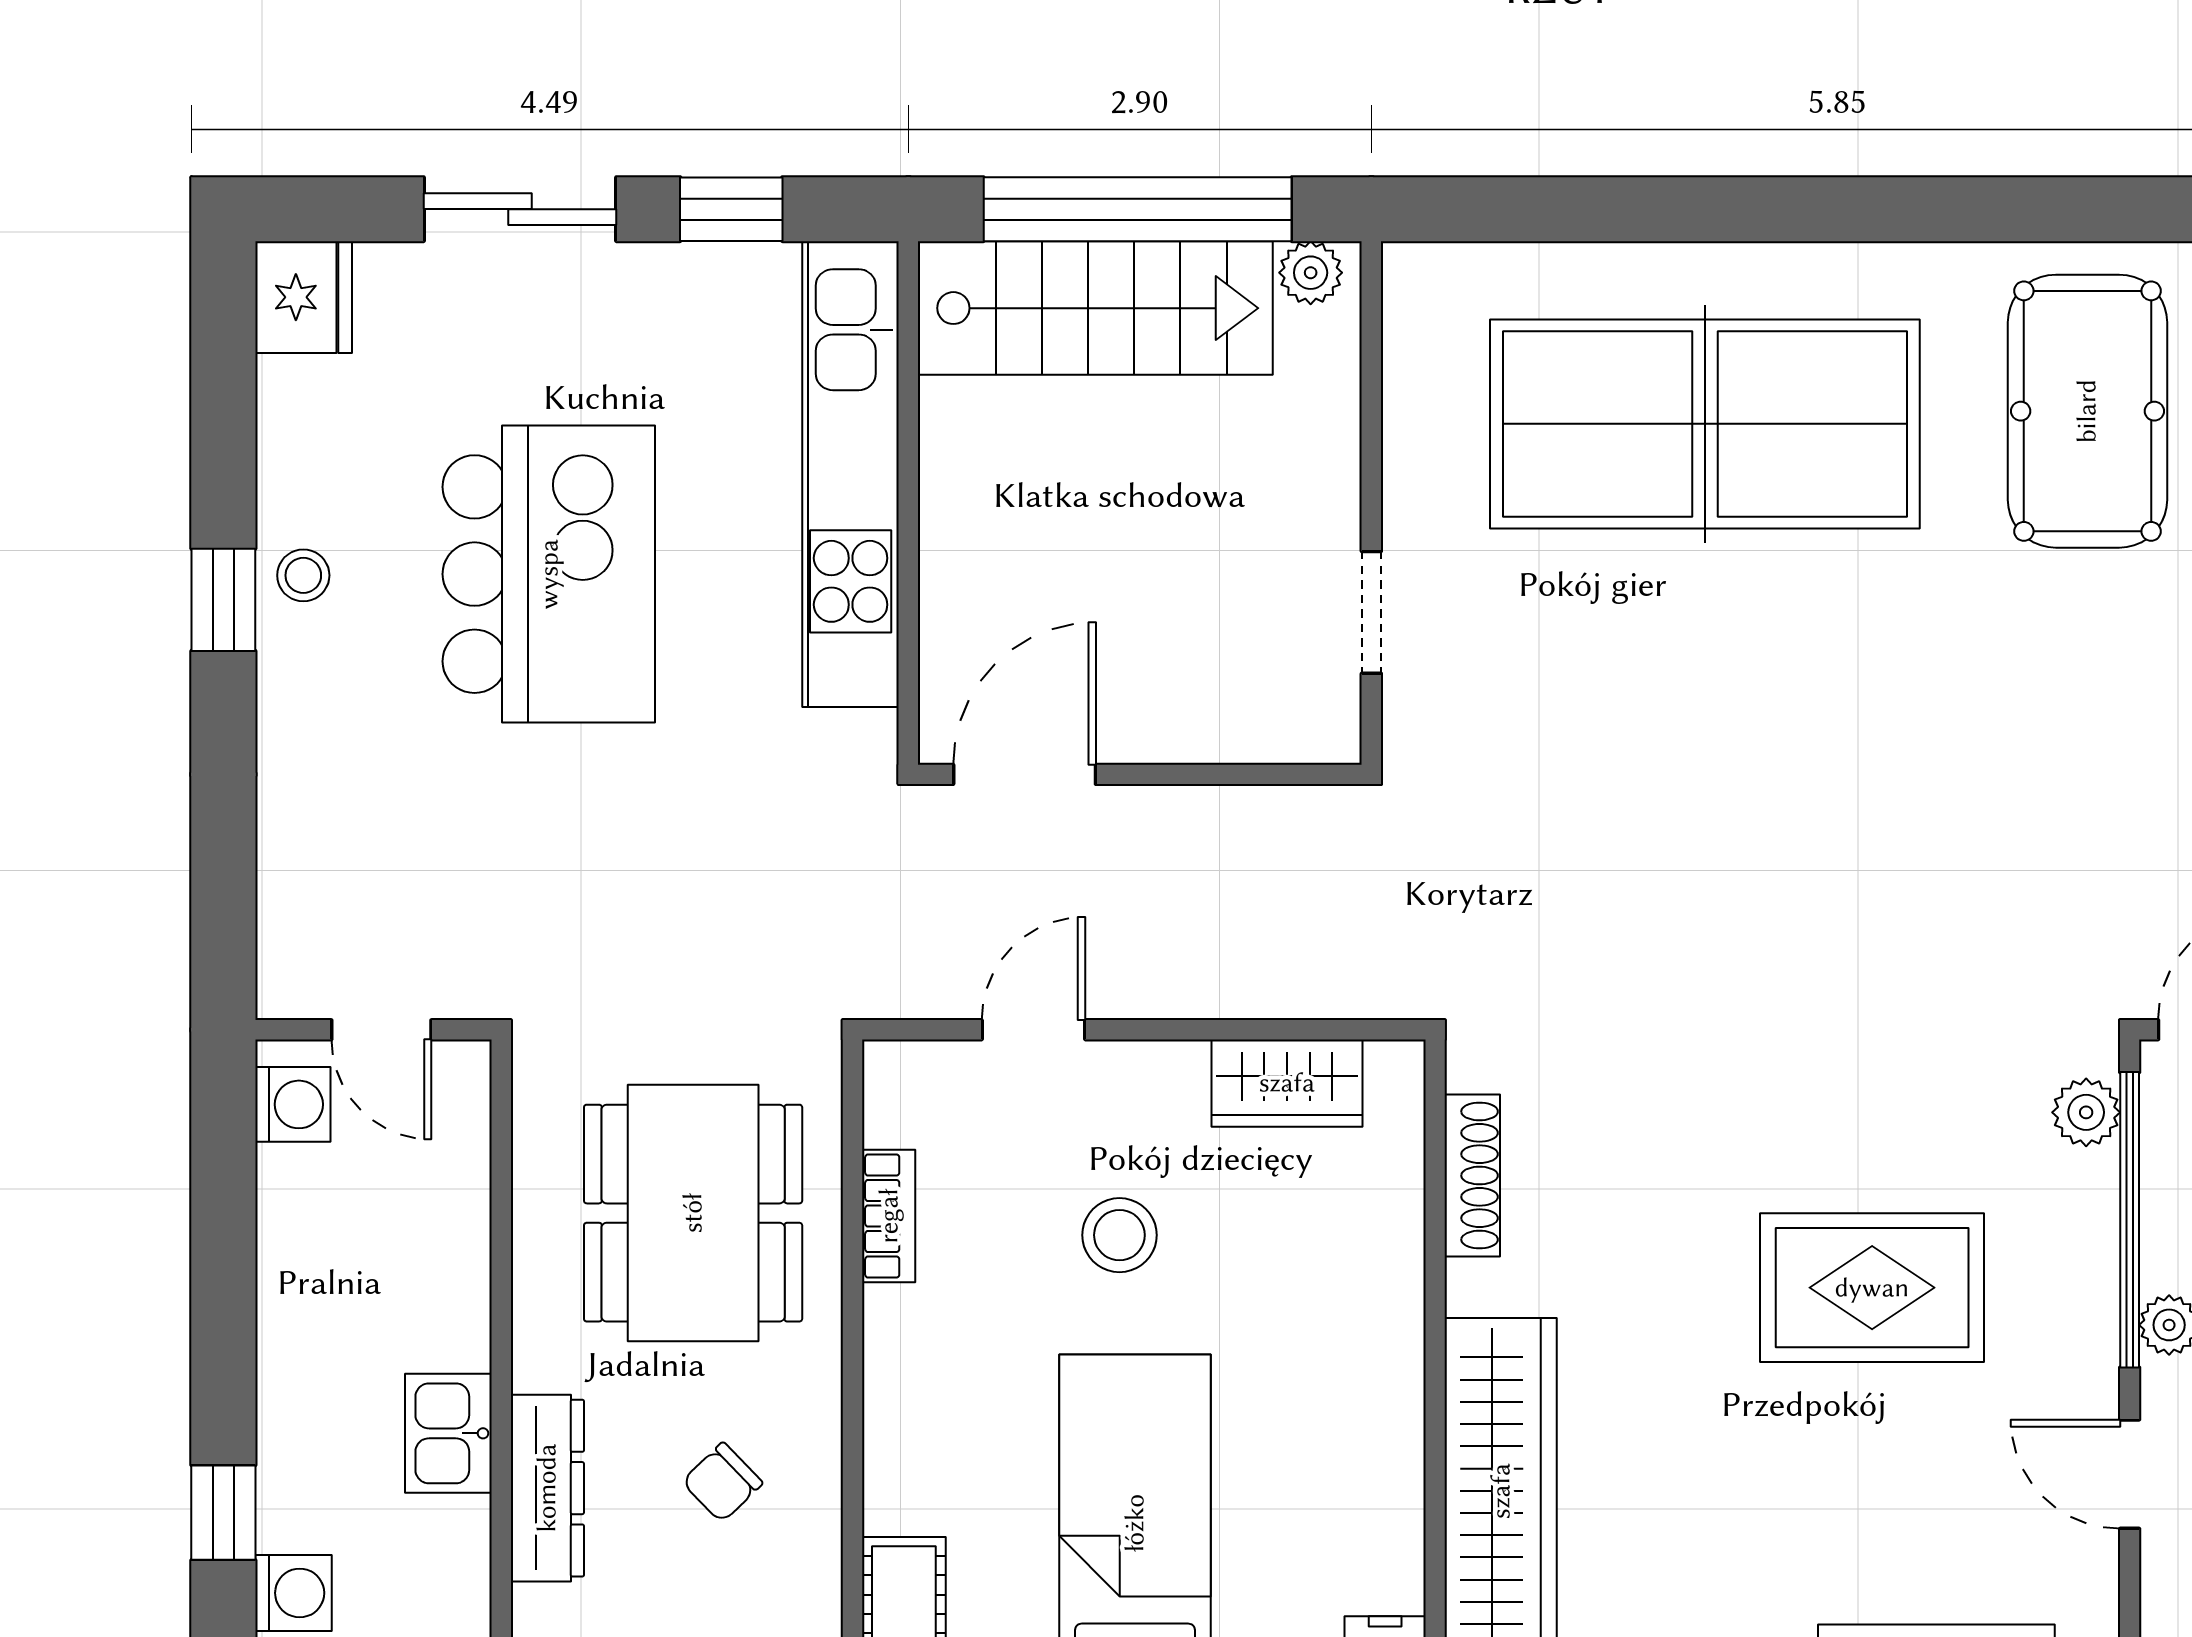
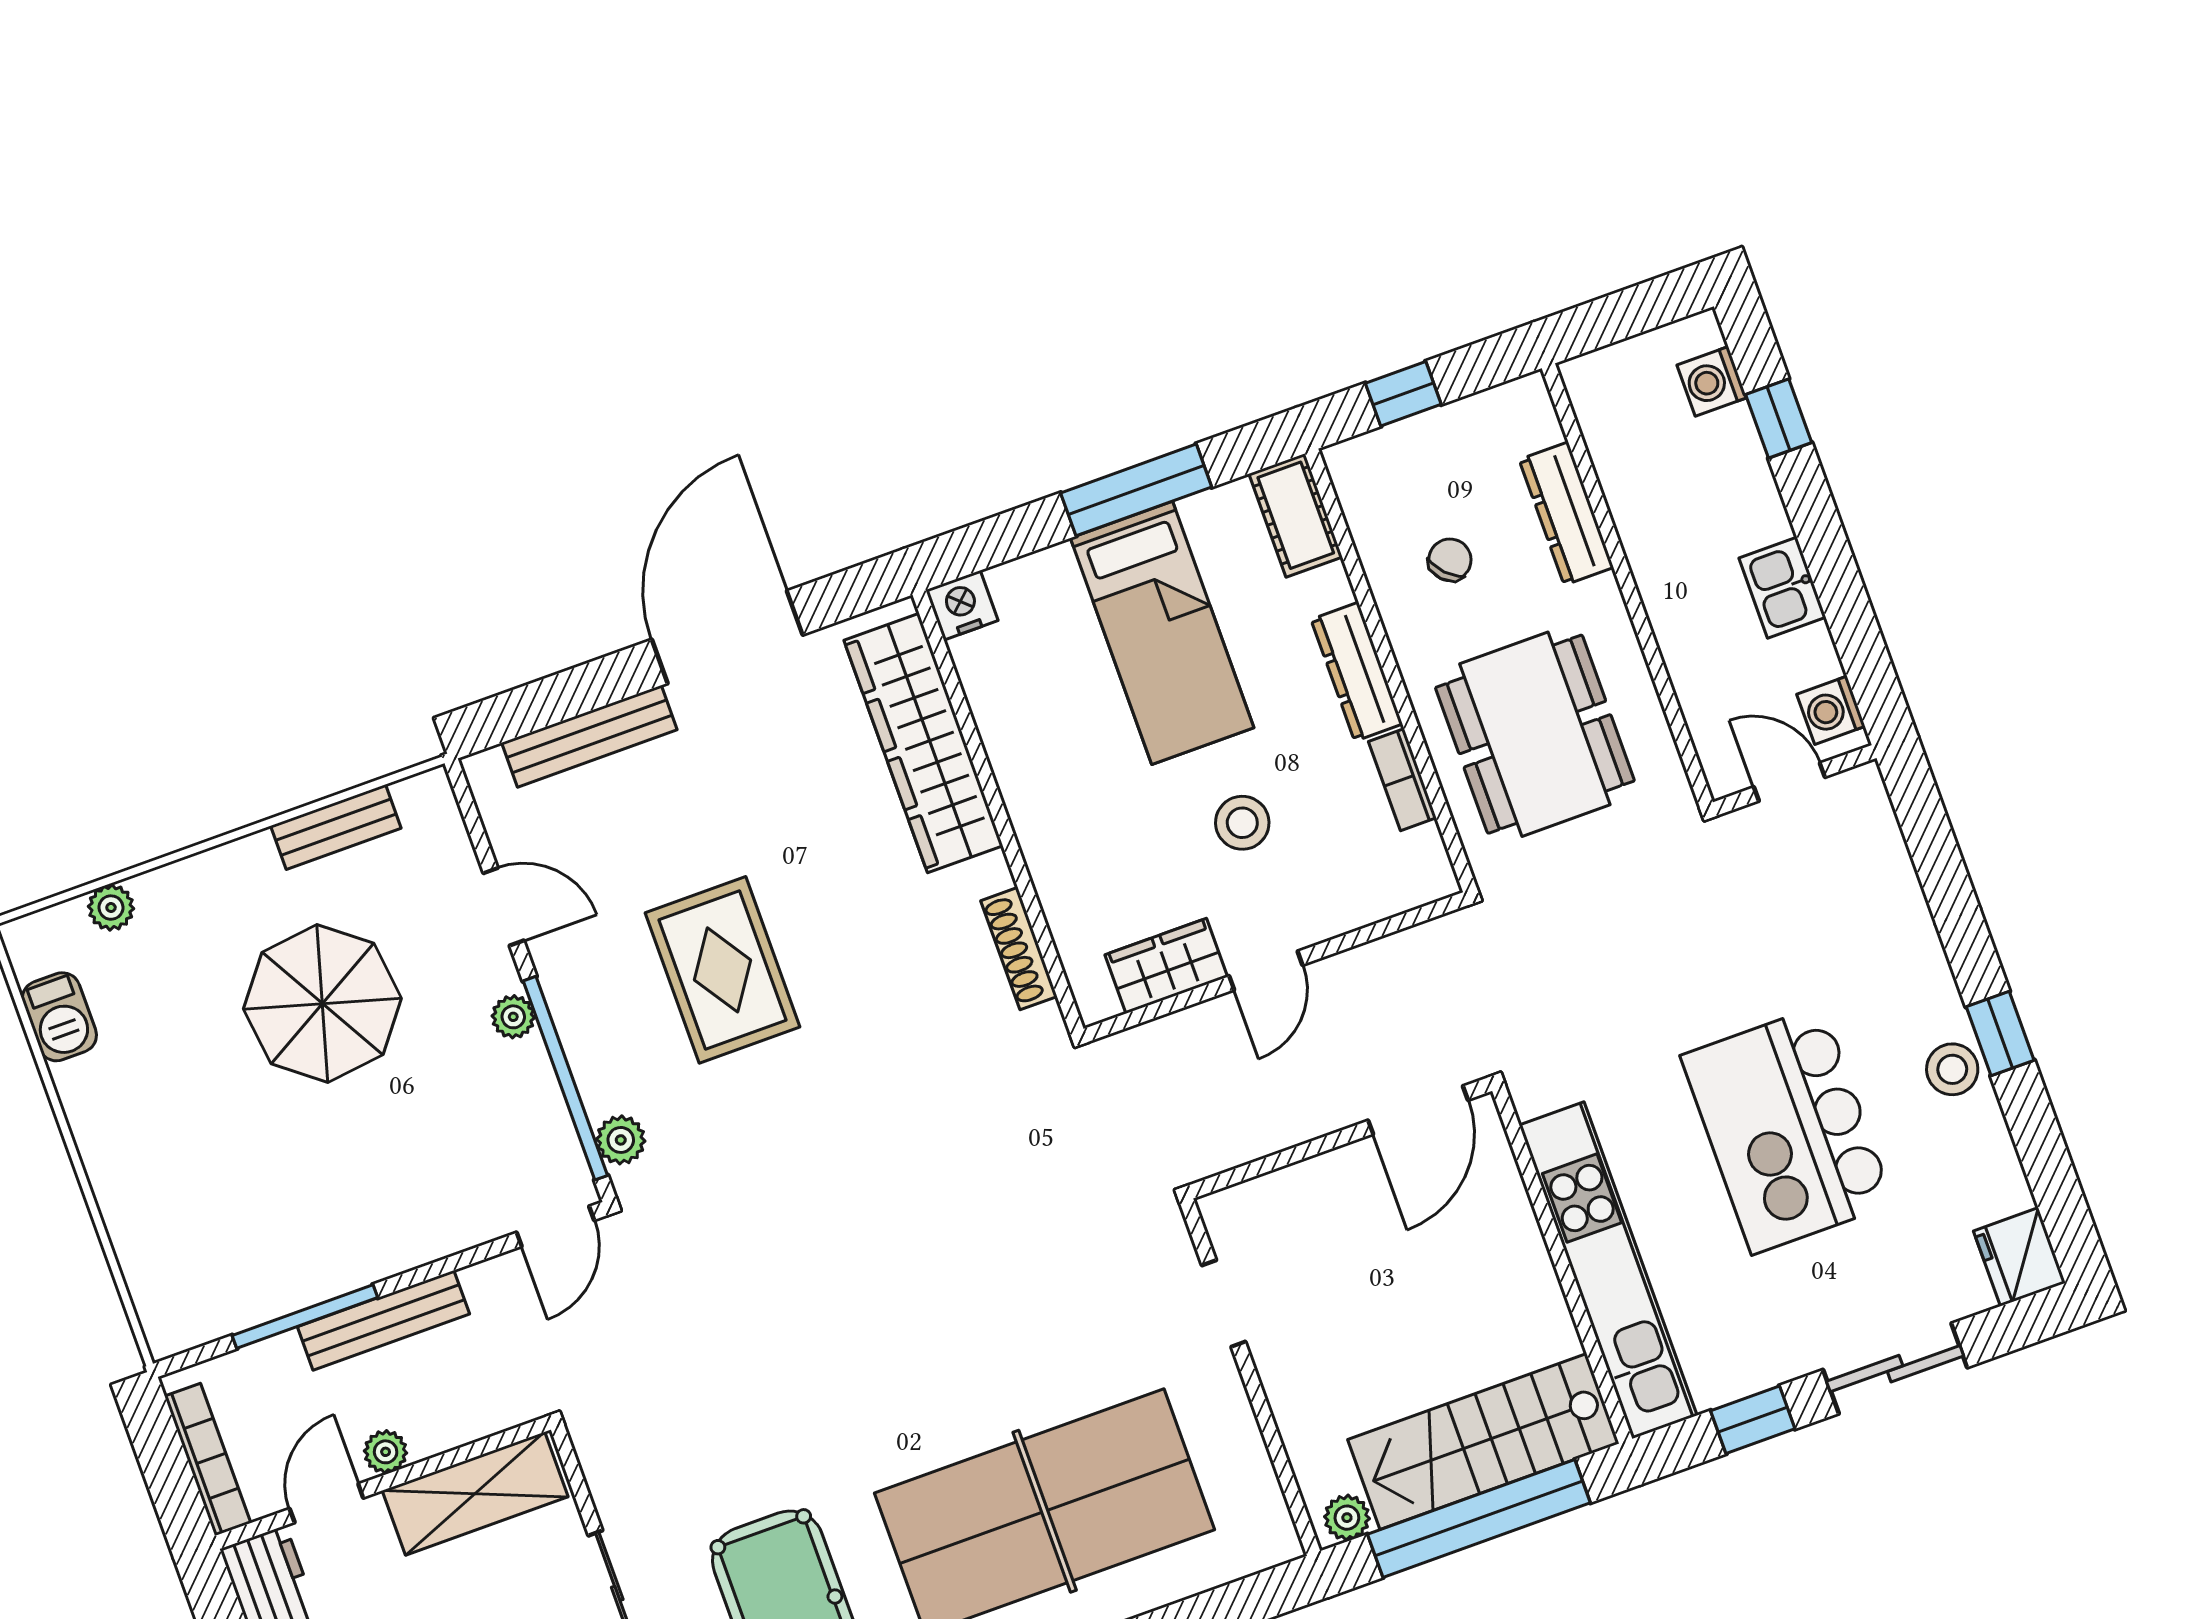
stool: (303, 575) -> (1952, 1069), width x1.37, depth x1.37
door: (1033, 1030) -> (1266, 971), moved
rug: (1872, 1288) -> (722, 970), turned 90
dresser: (898, 1380) -> (1357, 672), added
kitchen sink: (448, 1433) -> (1782, 588), moved, turned 180

